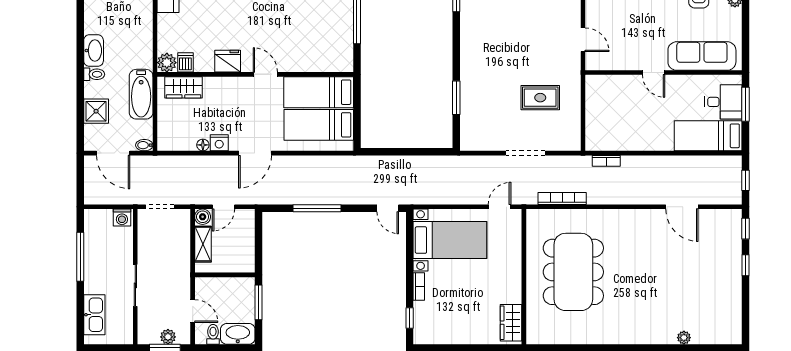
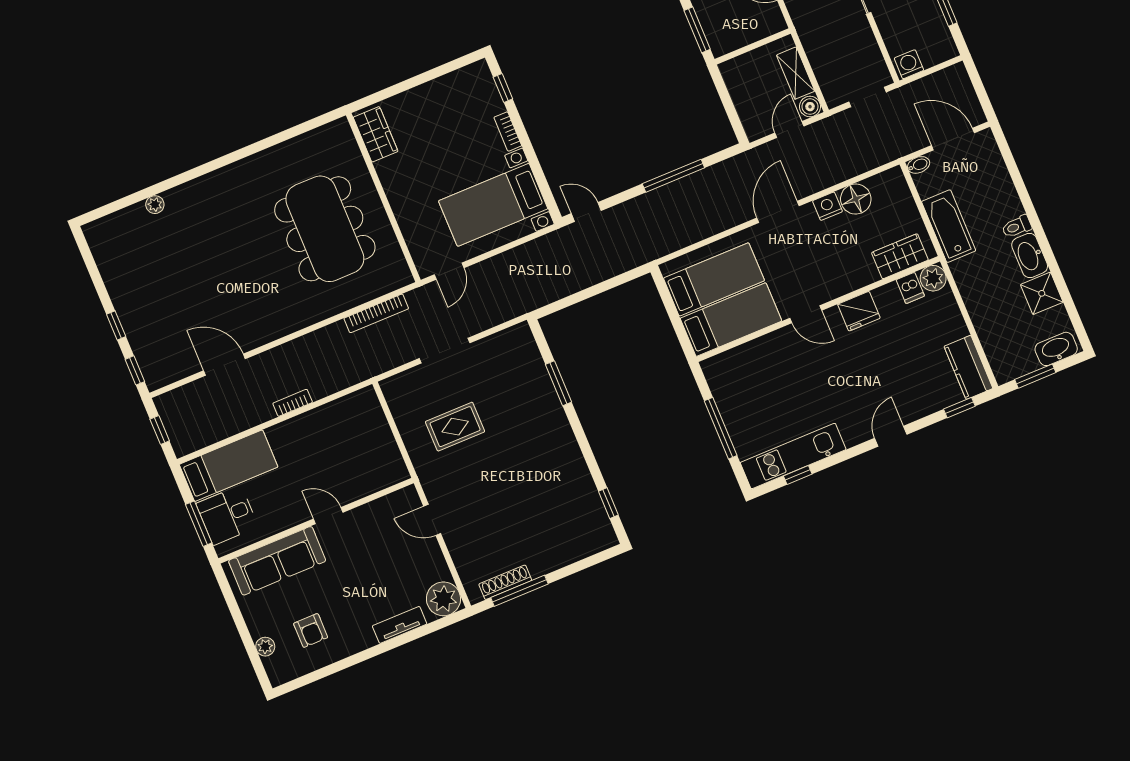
shower: (96, 111) -> (1042, 293), moved
floor lamp: (203, 145) -> (856, 199), width x1.89, depth x1.89
bookcase: (606, 161) -> (293, 403), moved

